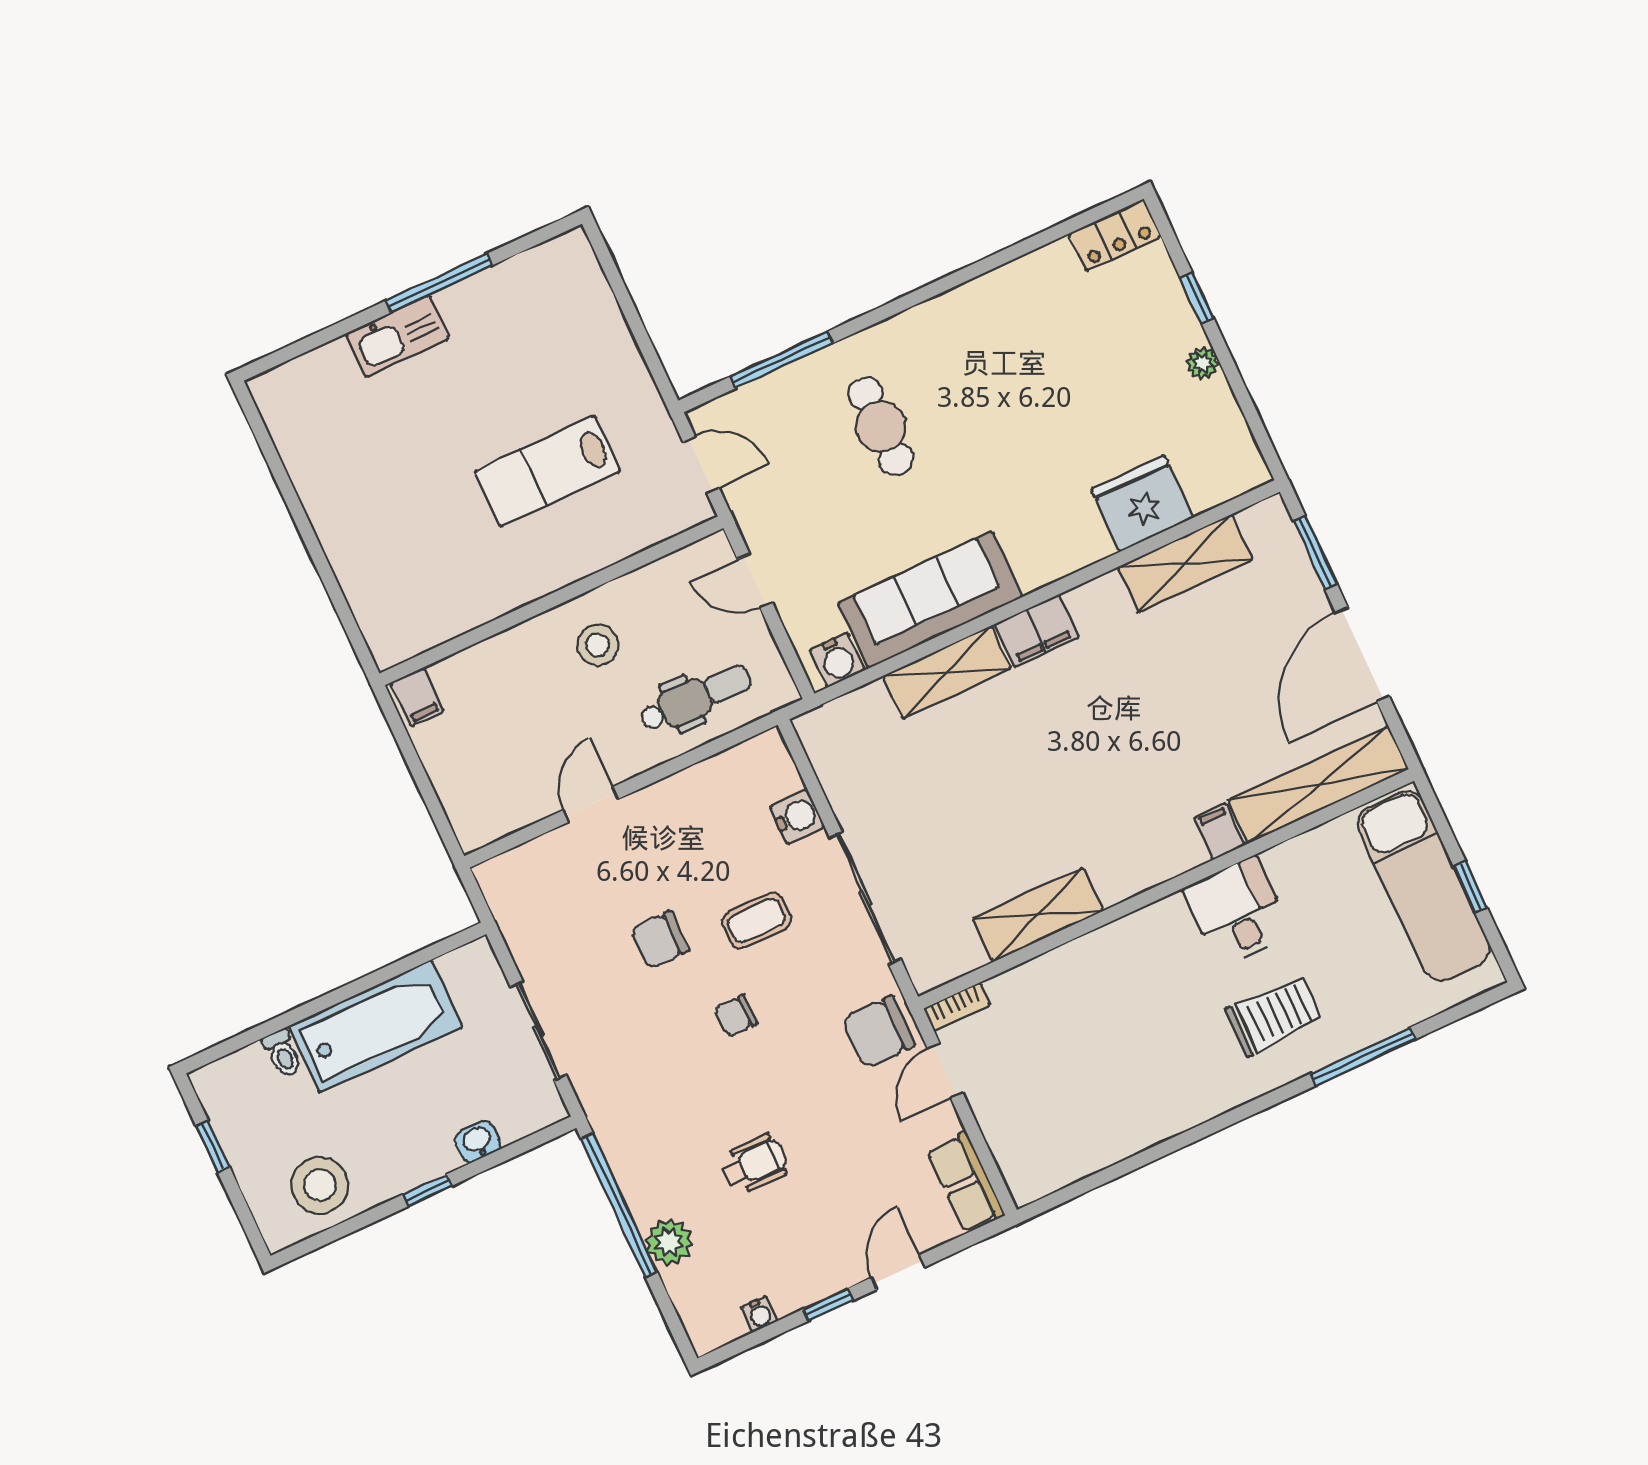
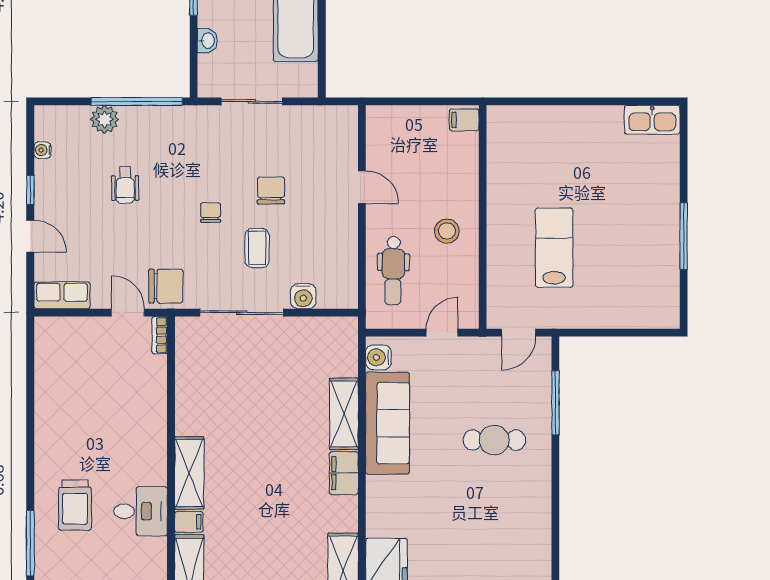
kitchen sink: (397, 336) -> (652, 120), moved, turned -90
shelving: (1038, 915) -> (189, 473), moved
chair: (879, 1032) -> (166, 286), turned 90

